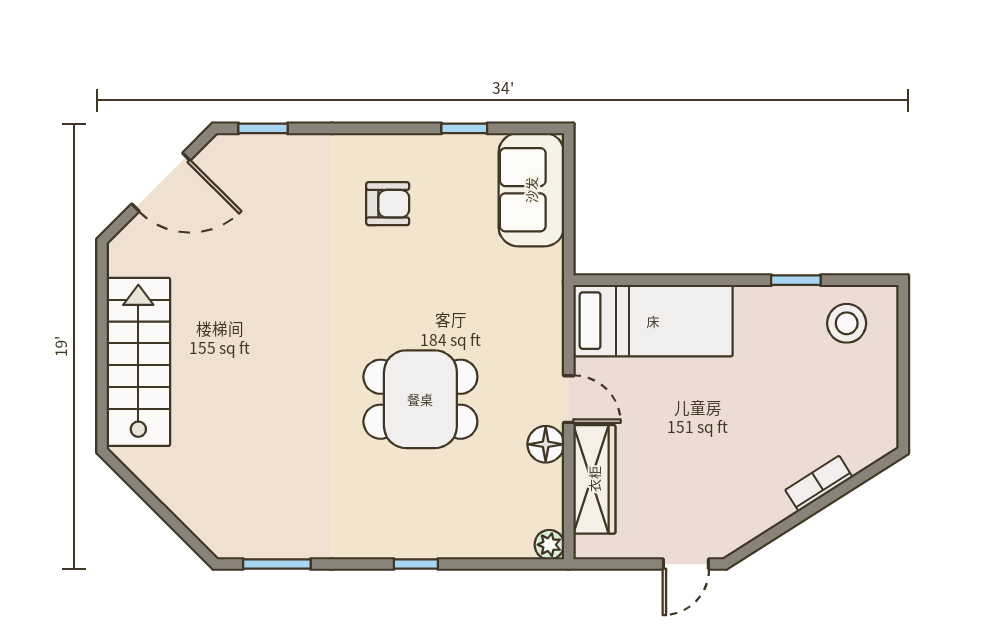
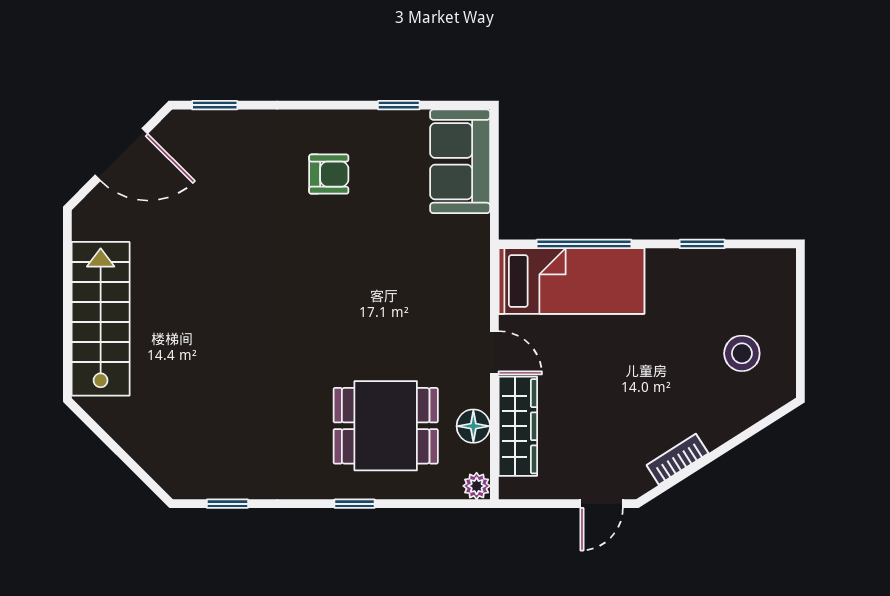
window: (667, 280) -> (584, 244), added
stool: (847, 323) -> (742, 353), moved
dining table: (420, 399) -> (386, 426), moved
floor lamp: (546, 444) -> (473, 426), moved
bookcase: (819, 484) -> (677, 459), moved
window: (277, 564) -> (227, 504), width x0.67

